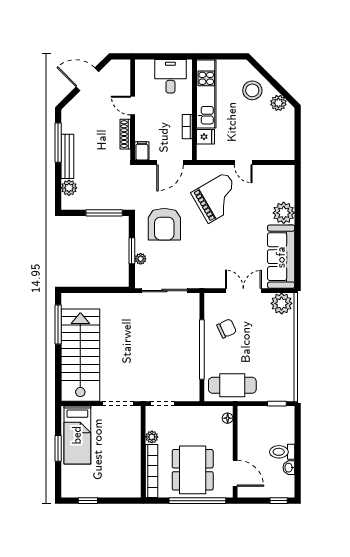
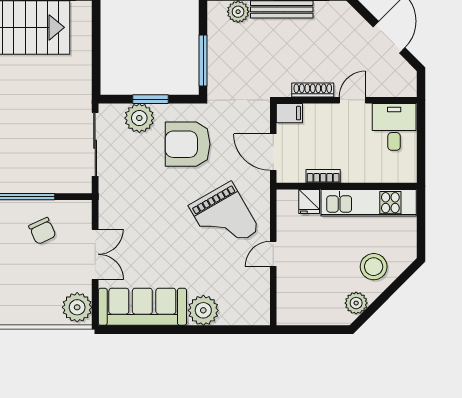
desk: (170, 76) -> (394, 127), moved, turned -90
plant: (141, 259) -> (139, 118), width x1.88, depth x1.88

